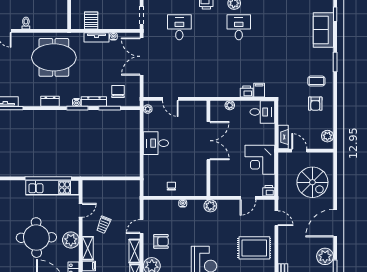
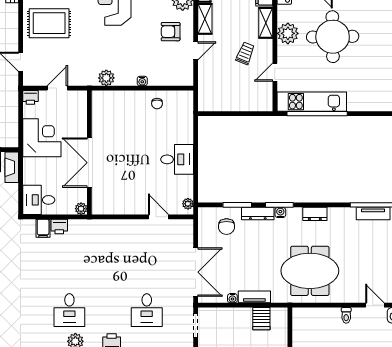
double door: (208, 141) -> (89, 163), moved
wall: (208, 148) -> (89, 153), moved

